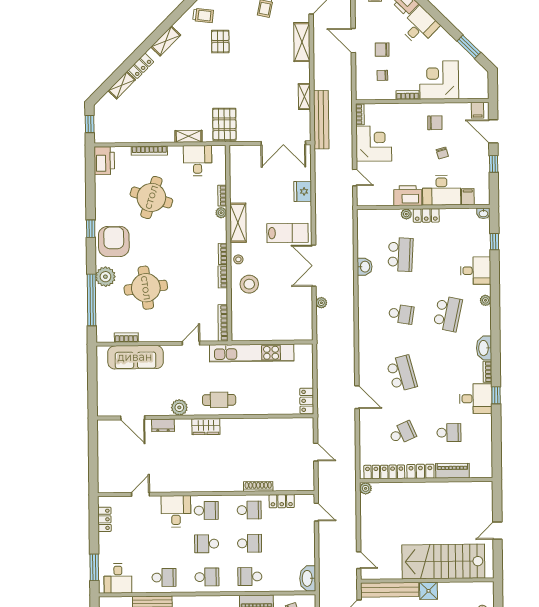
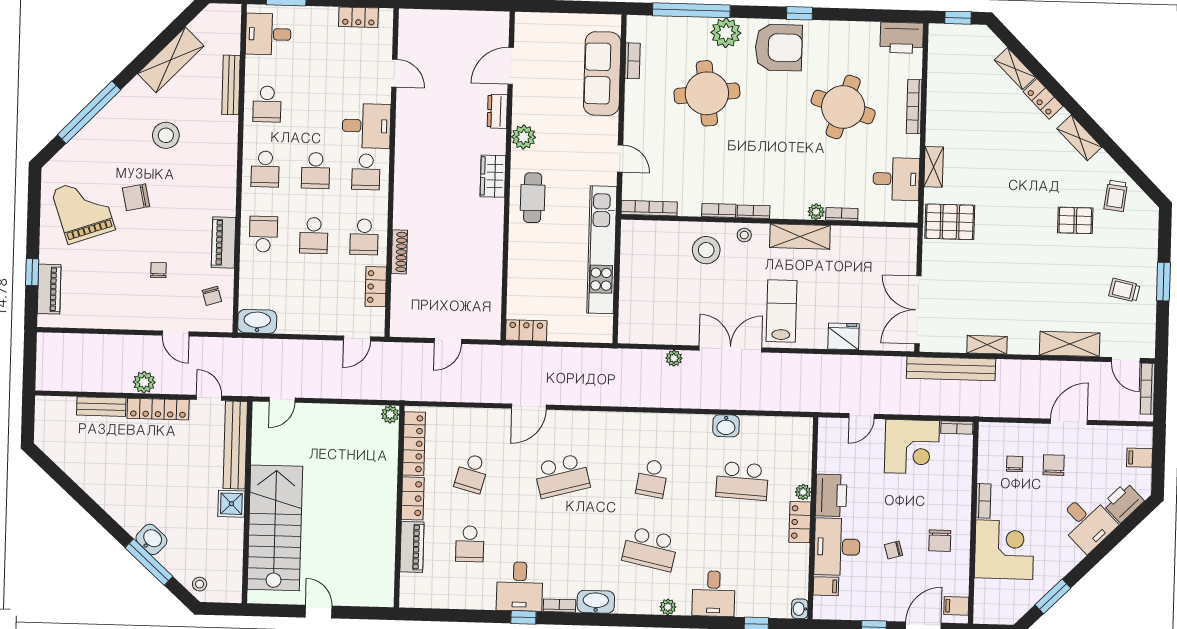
lab bench: (287, 233) -> (781, 311), turned 180
school desk: (402, 433) -> (472, 473), turned 39
school desk: (207, 544) -> (316, 170), turned 180

